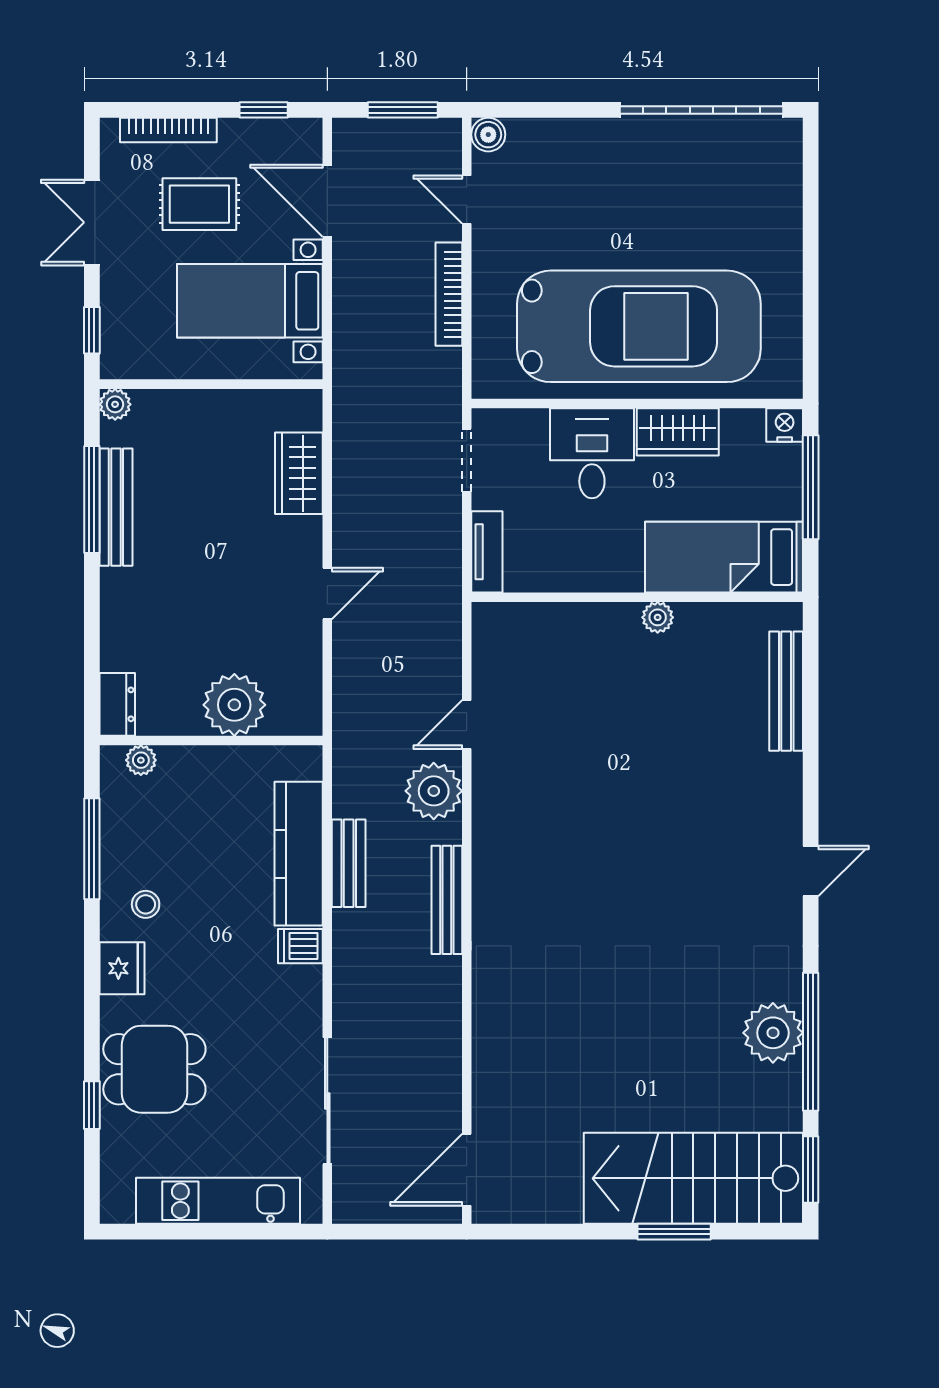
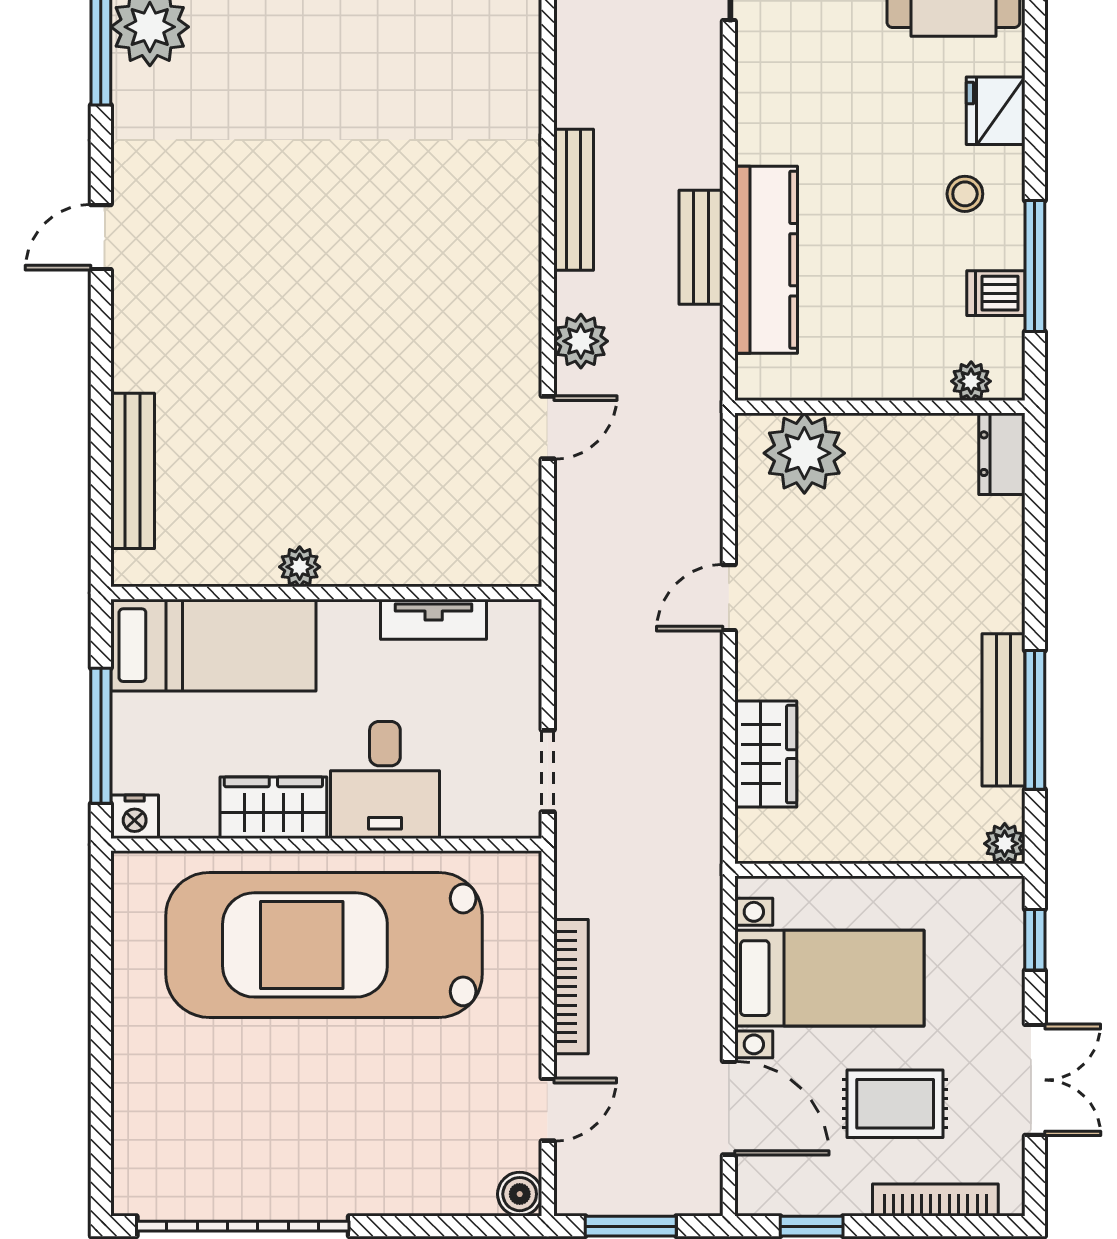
door: (467, 200) -> (548, 1110), hinge flipped
tv unit: (487, 552) -> (434, 619), moved, turned -90
plant: (234, 705) -> (804, 453), moved
plant: (434, 791) -> (581, 341), width x0.73, depth x0.73
dishwasher: (300, 946) -> (996, 293), moved, turned 180

